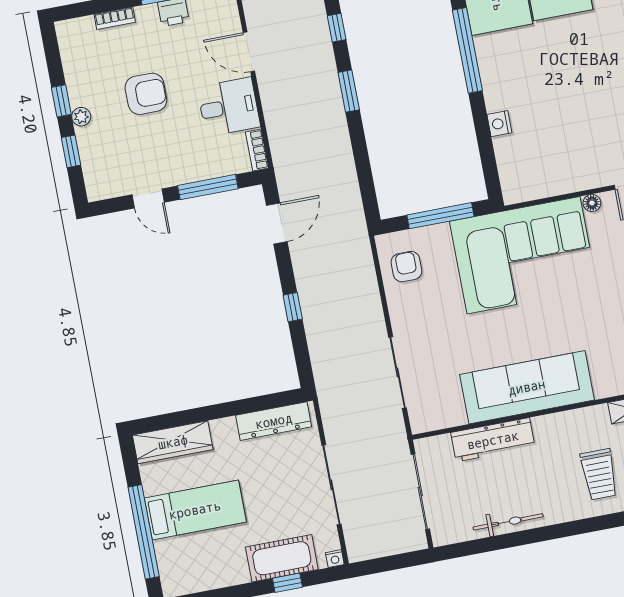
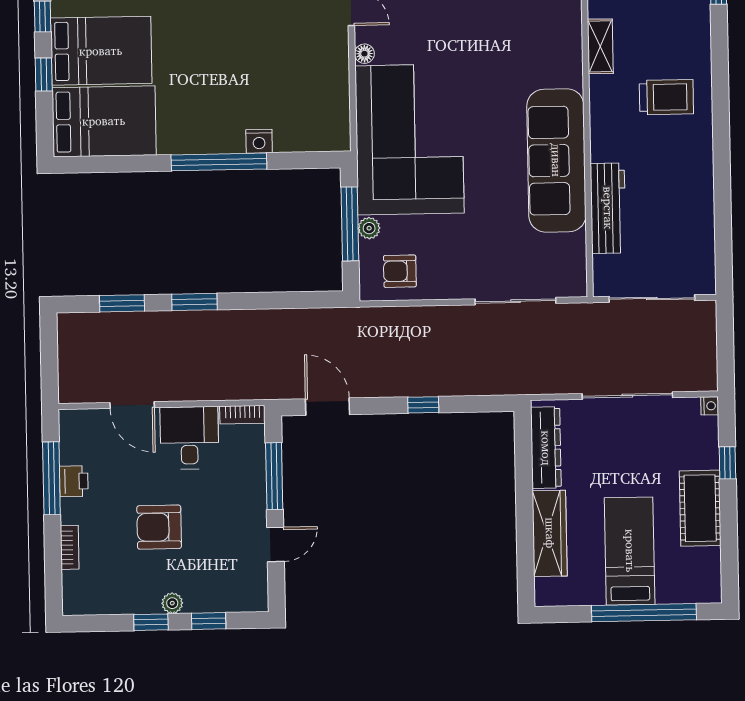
window: (337, 28) -> (122, 303), width x1.50
window: (467, 50) -> (219, 162), moved
door: (249, 52) -> (132, 405), hinge flipped
armchair: (146, 94) -> (159, 527), turned -90
plant: (440, 233) -> (369, 228), added
wardrobe: (173, 442) -> (550, 533), moved
bicycle: (508, 522) -> (702, 207), removed
cot: (282, 558) -> (700, 508), moved

